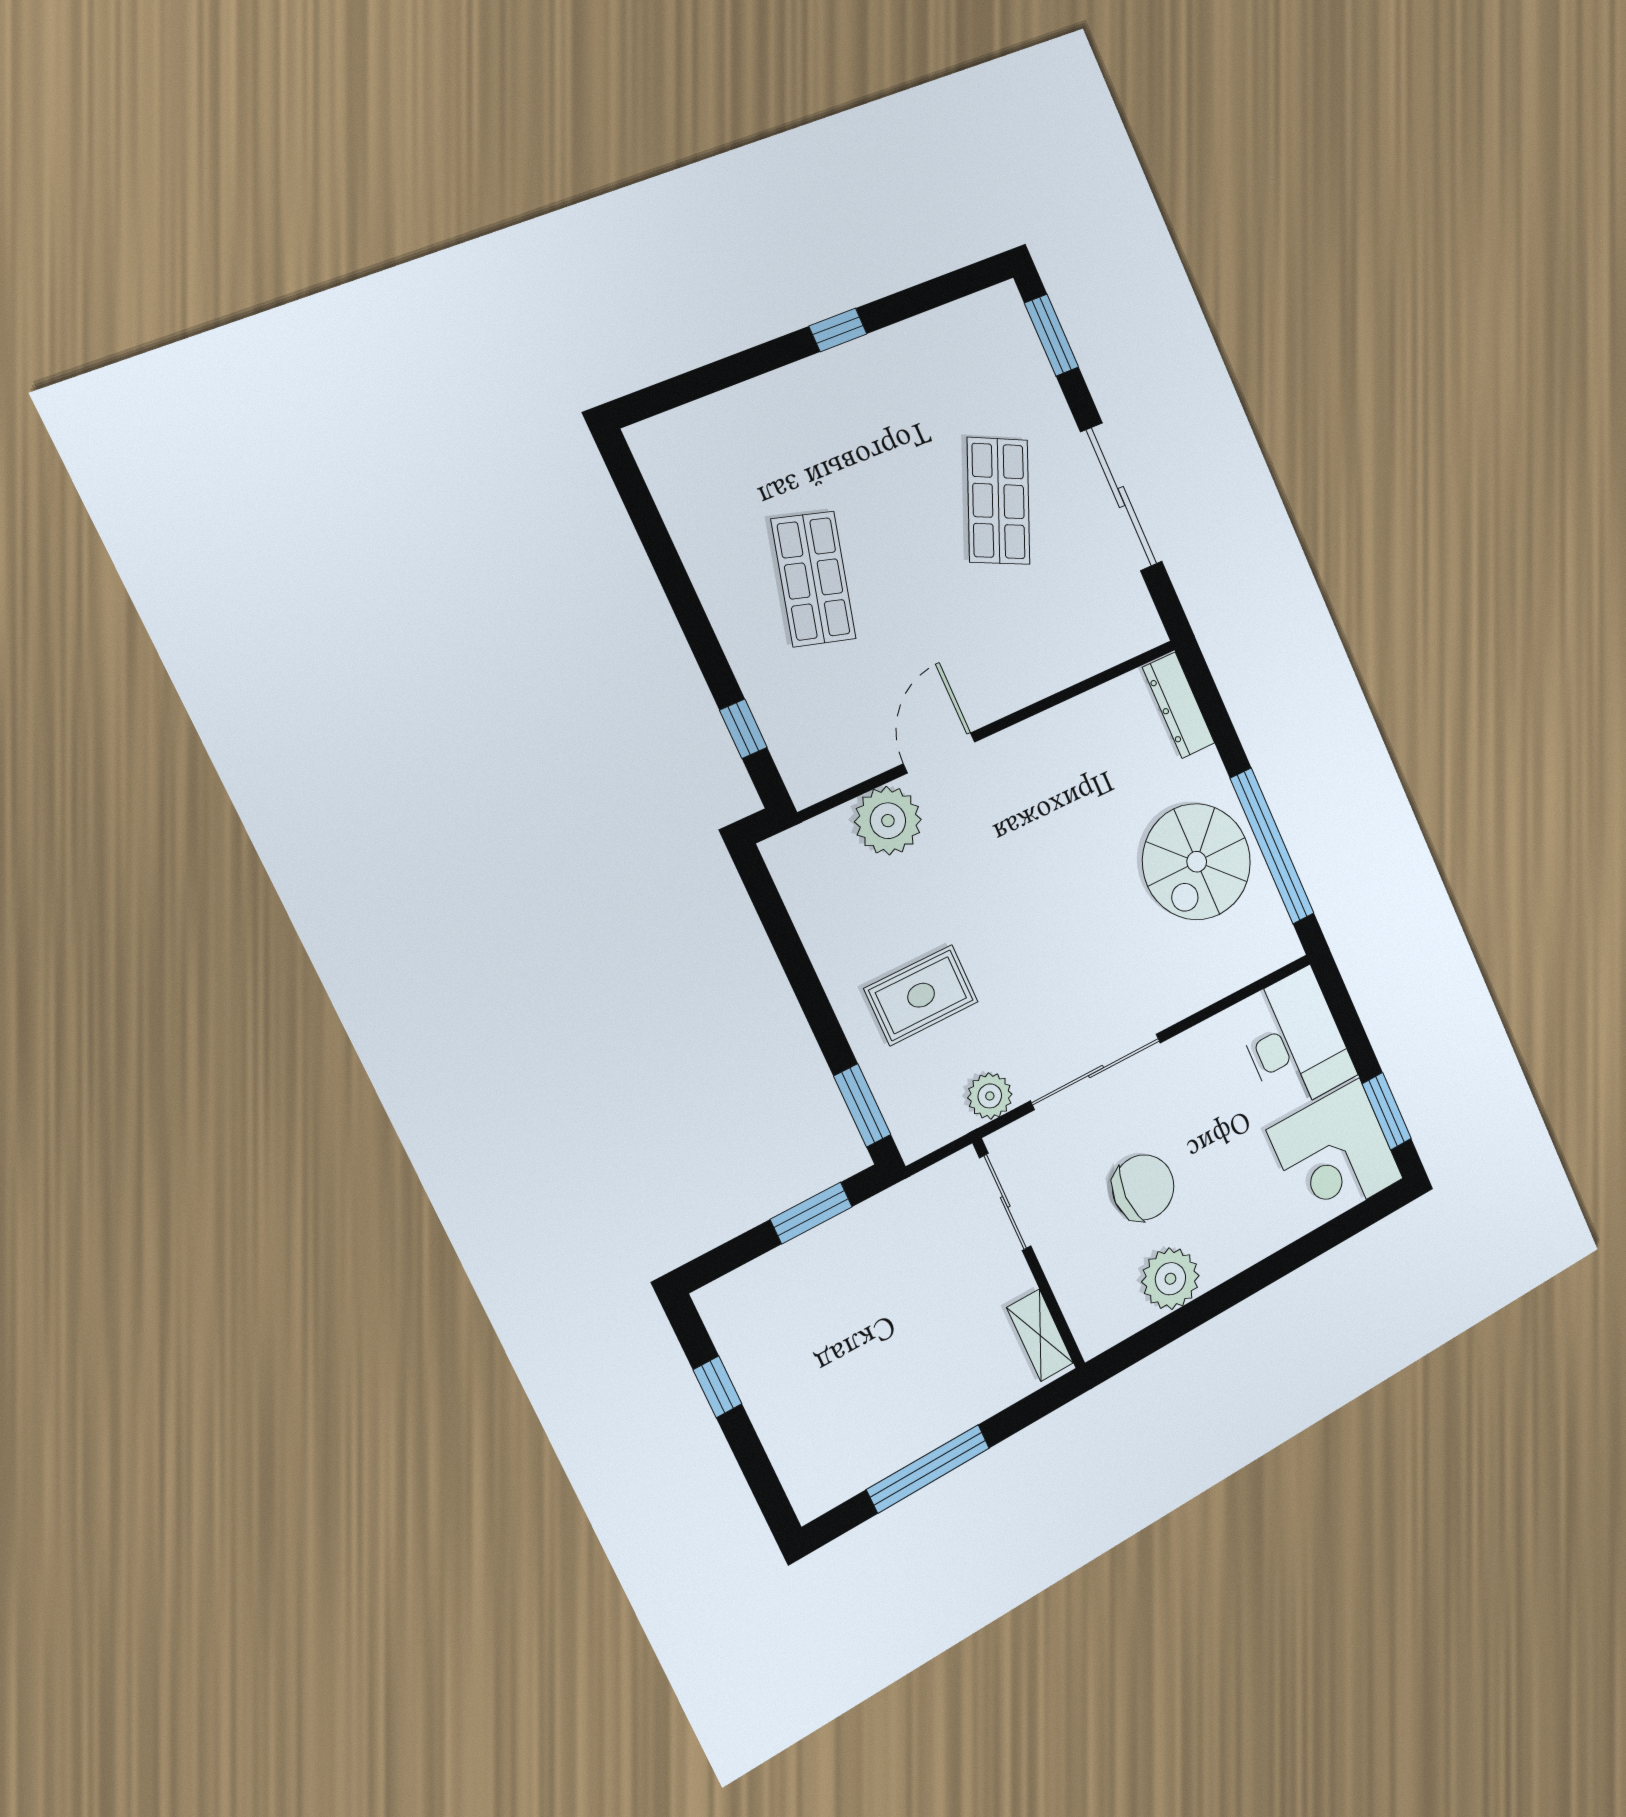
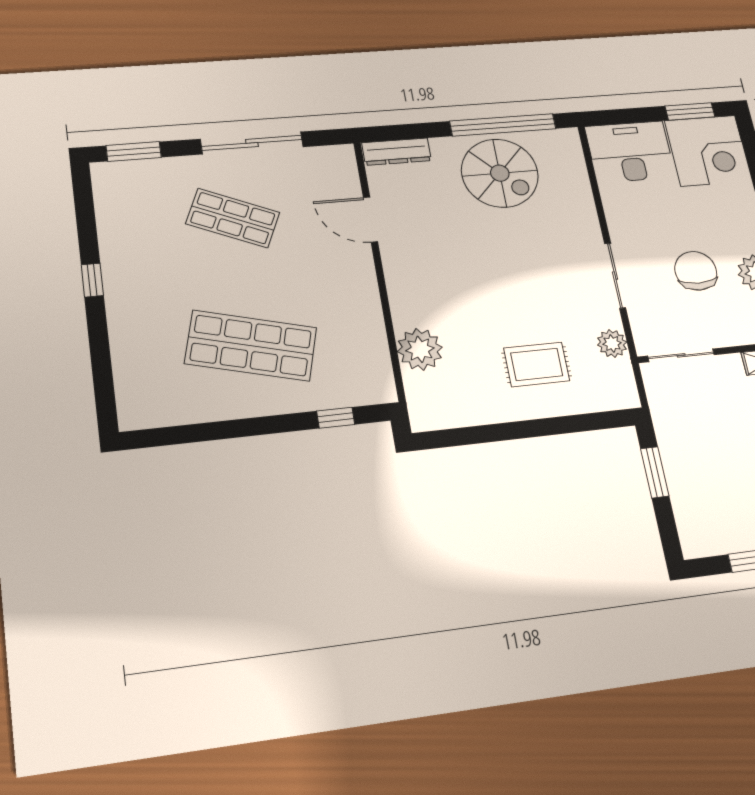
shop shelf: (814, 579) -> (251, 346), width x1.43, depth x1.36
door: (939, 753) -> (370, 220), moved
rug: (921, 995) -> (537, 364), turned 90
sliding door: (1096, 1072) -> (615, 276), width x0.73
window: (862, 1105) -> (596, 421), removed

